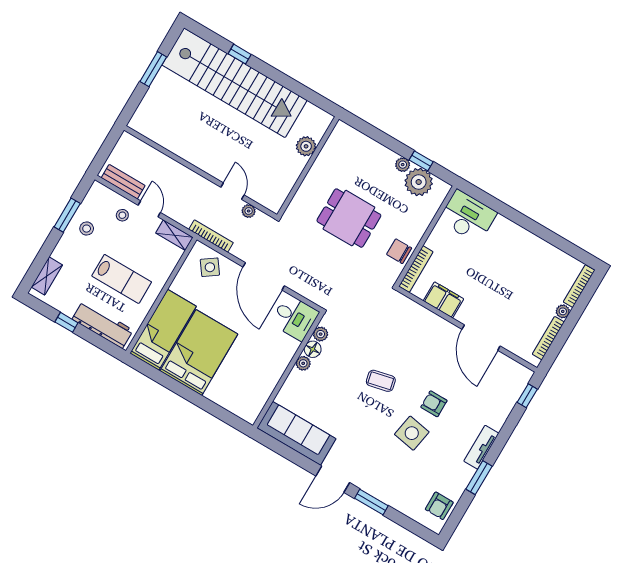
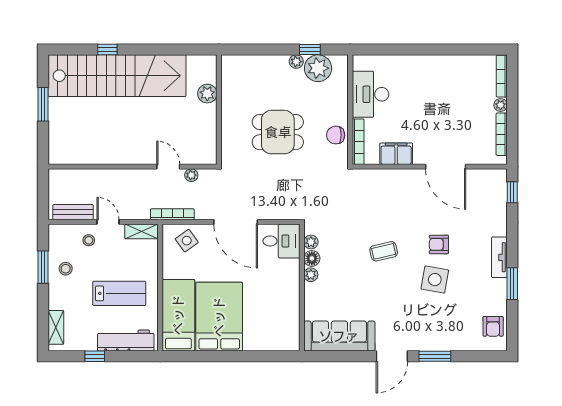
desk: (468, 217) -> (370, 94), moved, turned -90

